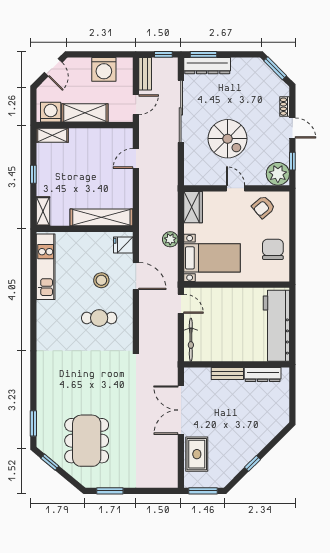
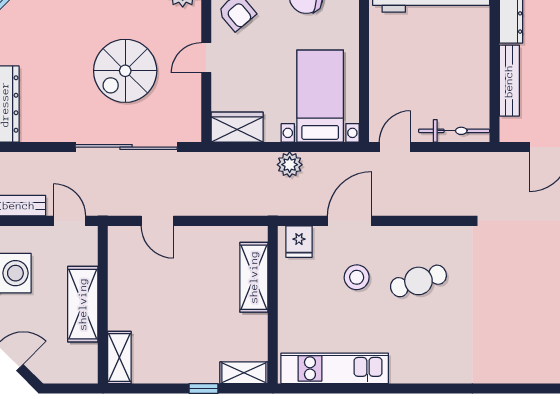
sliding door: (181, 111) -> (126, 147), moved
washing machine: (51, 112) -> (82, 360), removed
spiral stairs: (228, 139) -> (125, 71), turned 180
window: (33, 174) -> (203, 388), moved
shelving: (101, 217) -> (254, 277), width x0.68
cafe table: (99, 318) -> (418, 281), turned 72
bench: (227, 374) -> (509, 81), width x1.36

